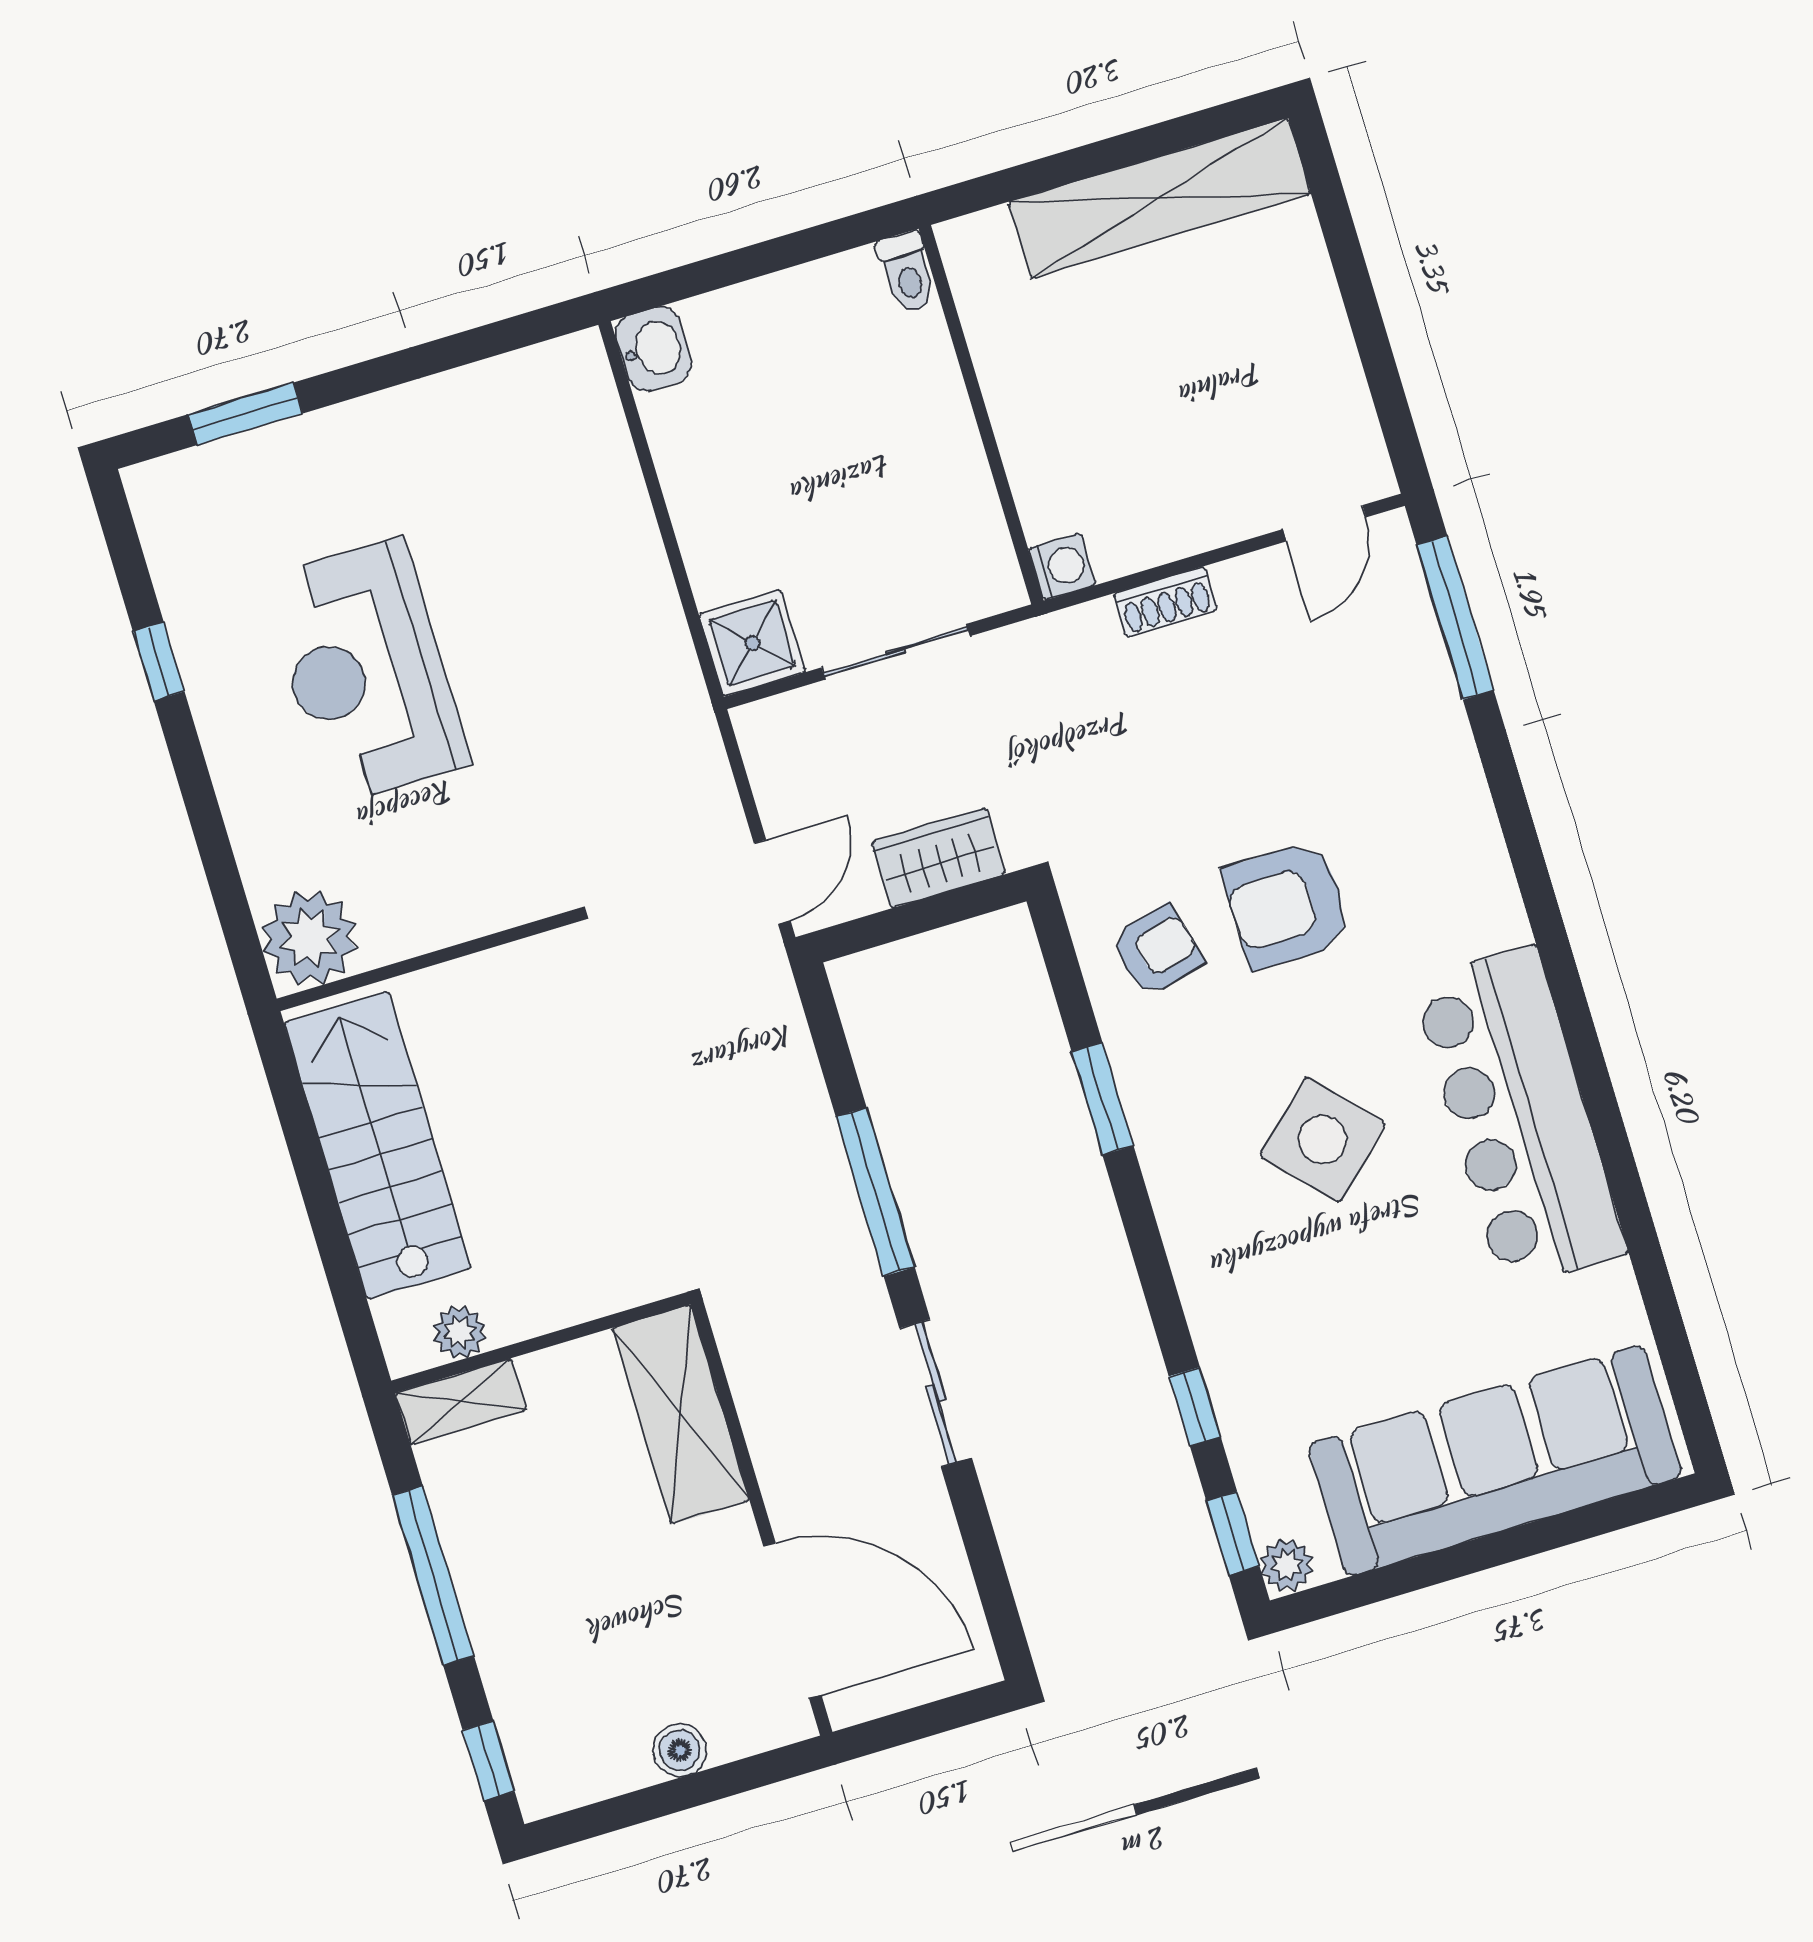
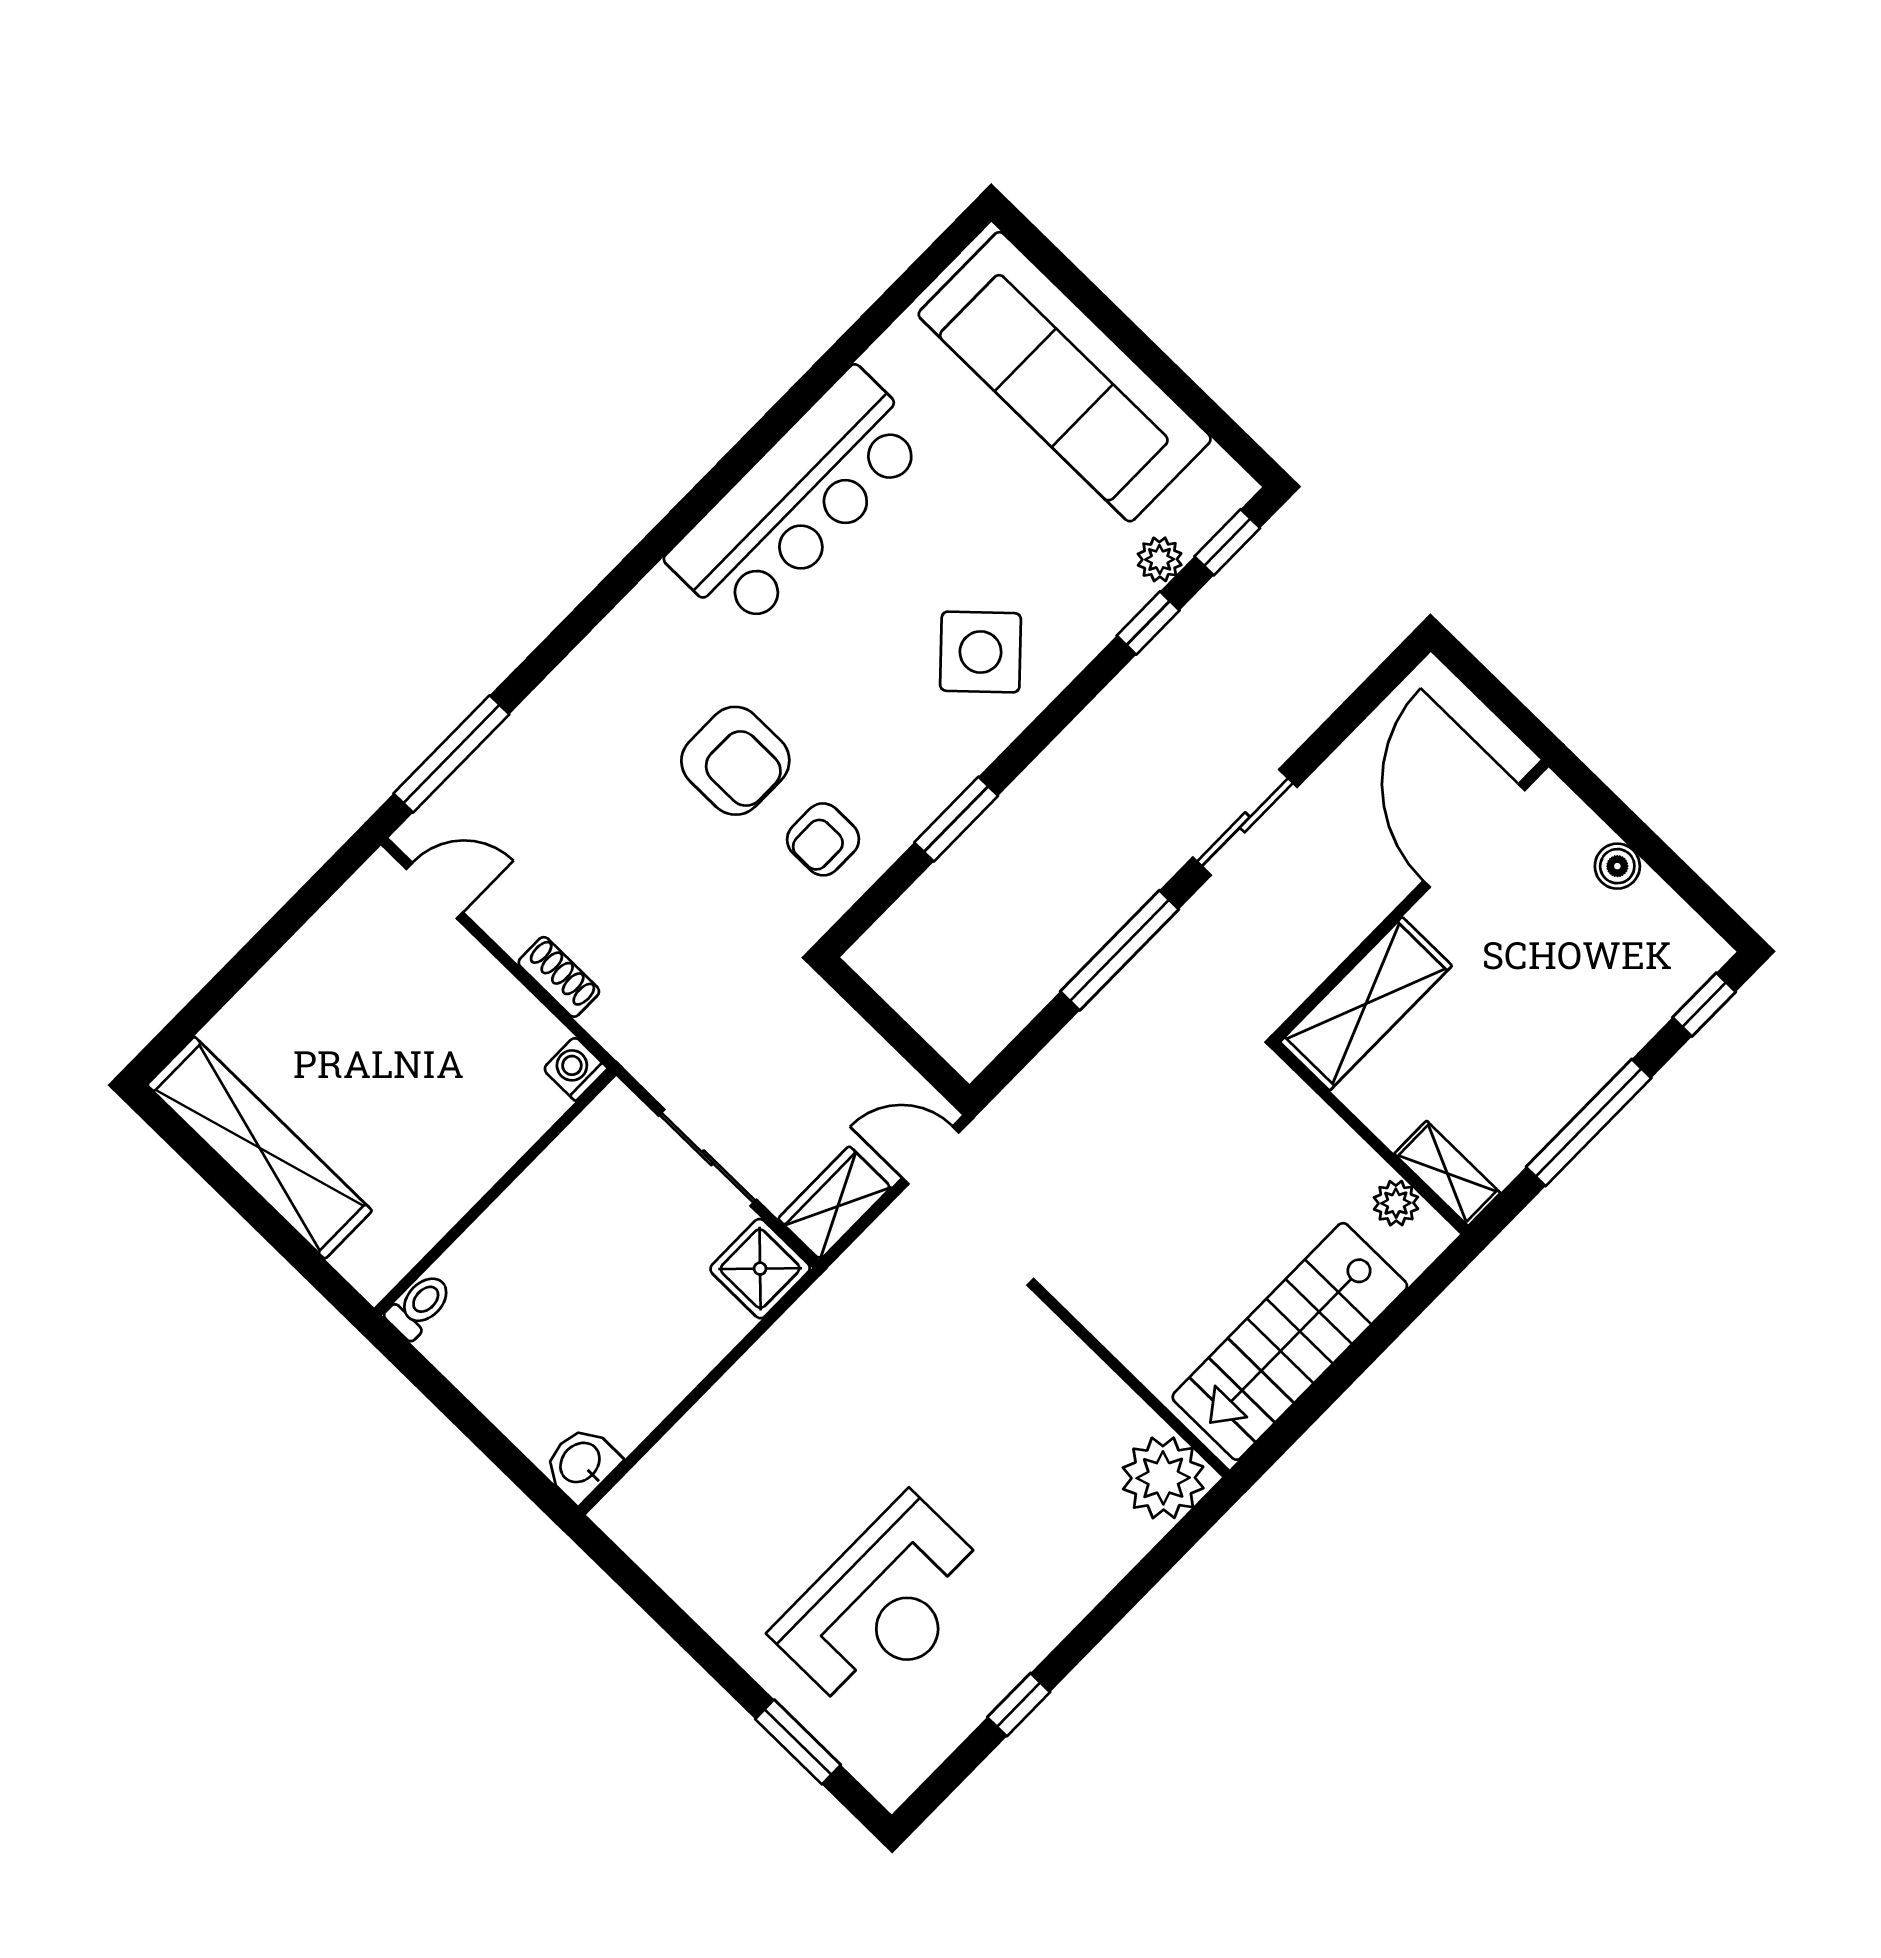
reception desk: (366, 672) -> (883, 1605), moved
wardrobe: (939, 858) -> (835, 1203), moved, turned 90
armchair: (1157, 951) -> (823, 839), turned -76
side table: (1323, 1139) -> (981, 652), moved
plant: (1287, 1565) -> (1160, 559), moved

